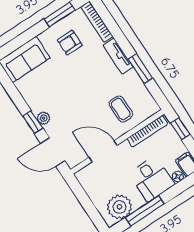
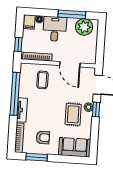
window: (140, 69) -> (15, 94), width x2.11
rug: (55, 96) -> (73, 114), added

